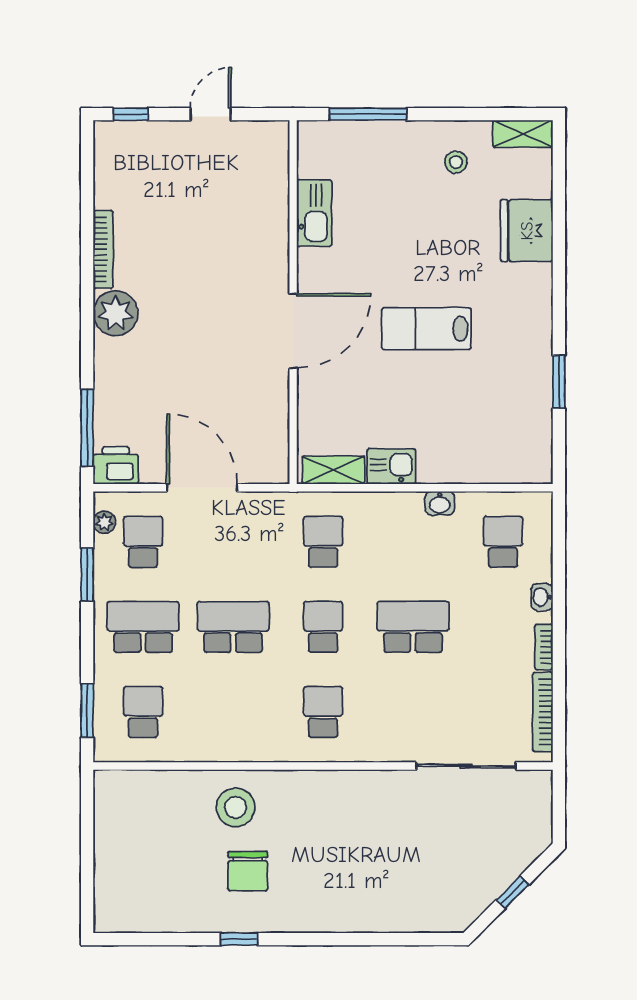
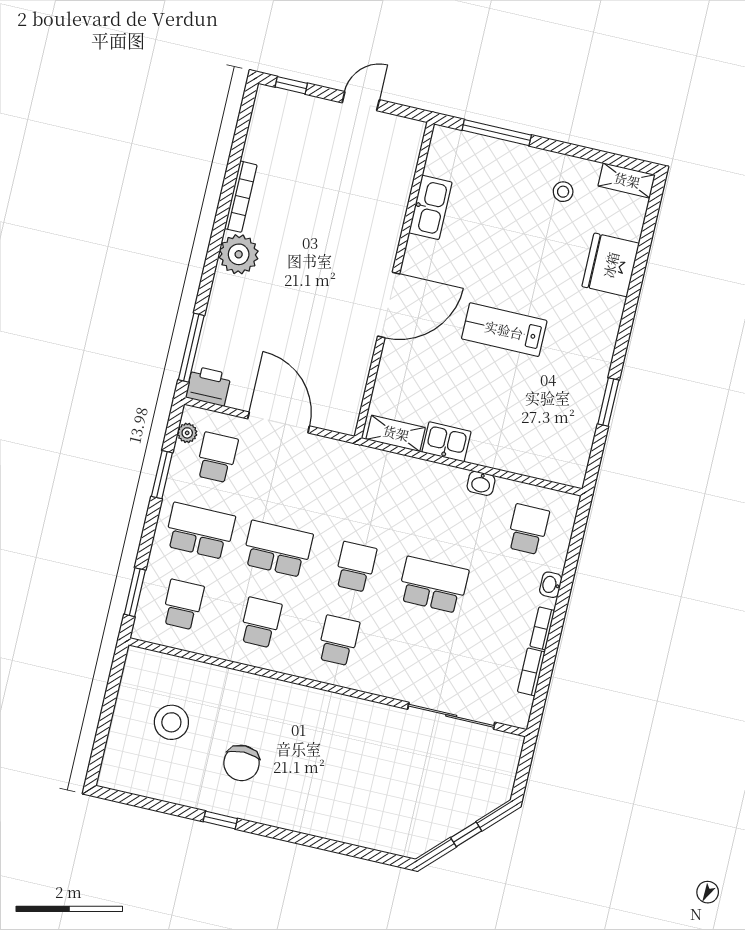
school desk: (323, 542) -> (261, 622), moved
bookcase: (543, 712) -> (531, 672), width x0.64
stool: (236, 807) -> (171, 722), moved

